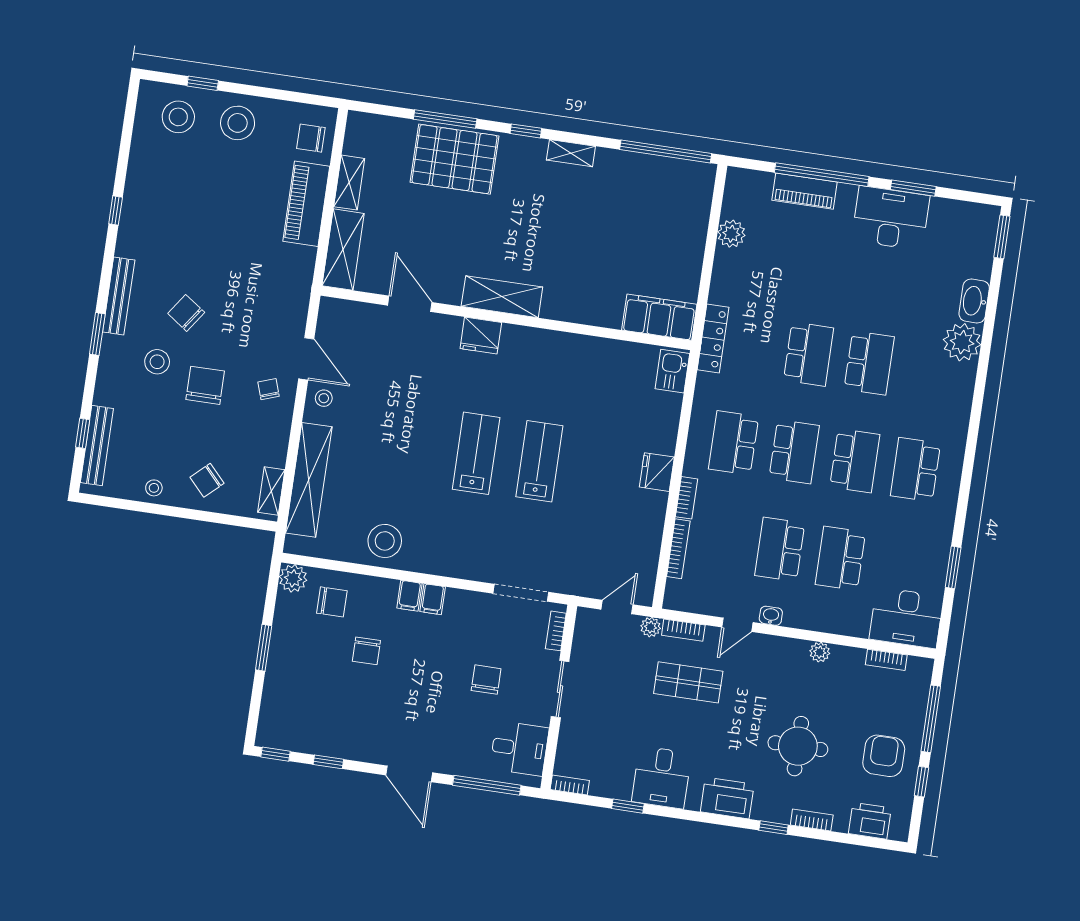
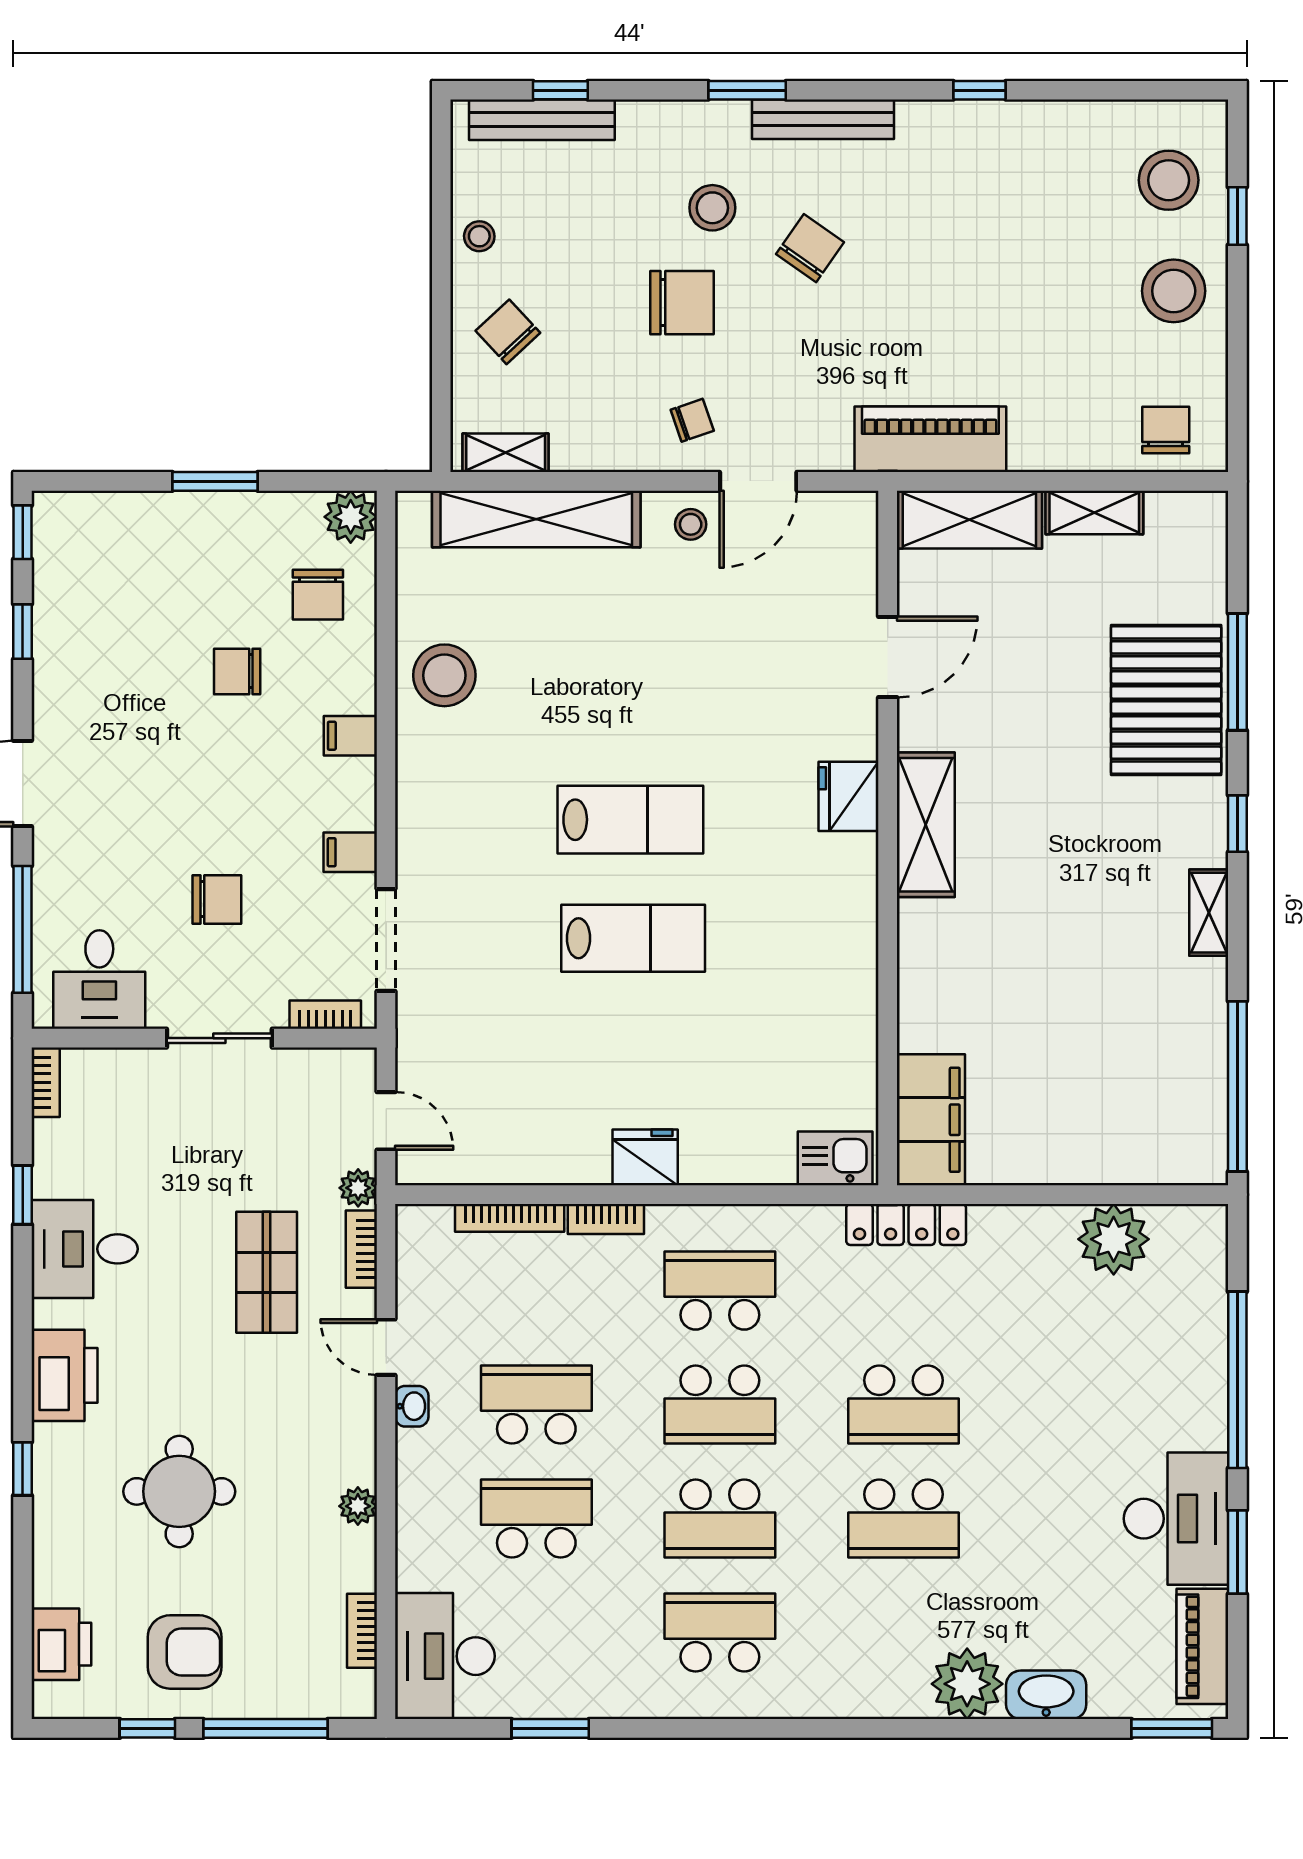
piano: (805, 191) -> (1202, 1646), moved
piano: (306, 204) -> (930, 439), moved
plant: (731, 234) -> (1114, 1239), width x1.36, depth x1.36
filing cabinet: (433, 599) -> (350, 852), moved
bookcase: (812, 820) -> (47, 1537), removed

